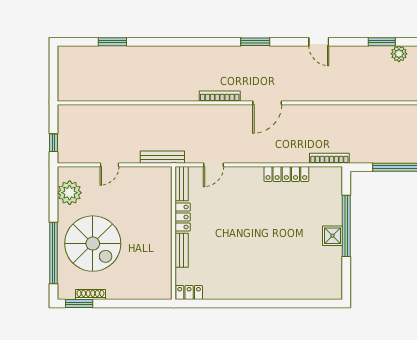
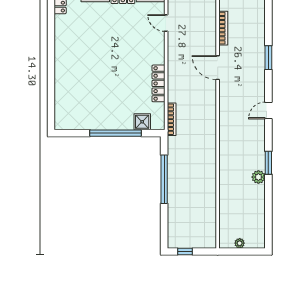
shower: (332, 236) -> (142, 122), moved

